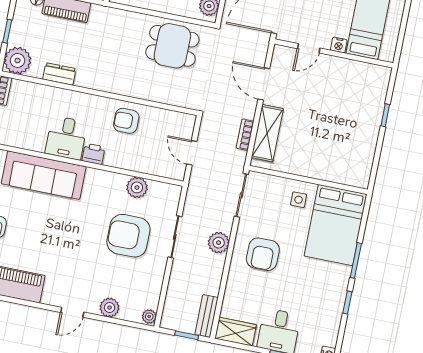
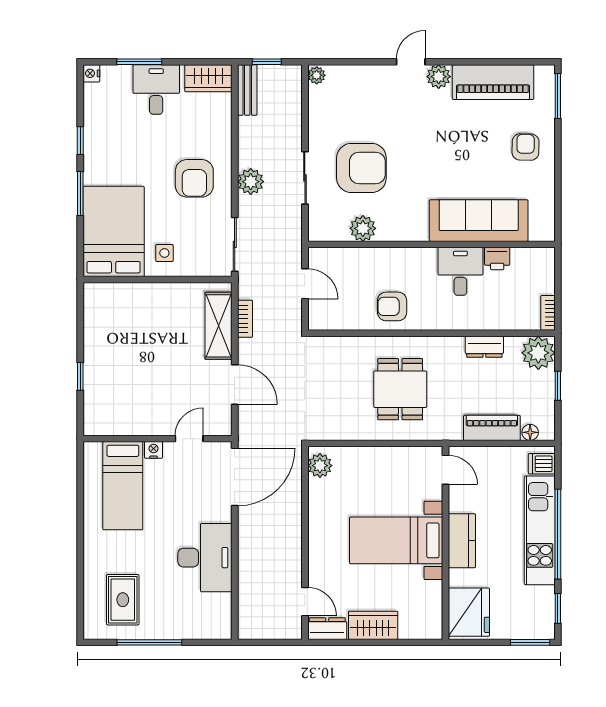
dining table: (172, 46) -> (400, 389), moved, turned 90
armchair: (126, 121) -> (392, 306), turned 180
printer: (93, 154) -> (497, 259), moved
armchair: (263, 254) -> (194, 178), turned 180
plant: (110, 308) -> (439, 77), moved

